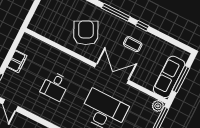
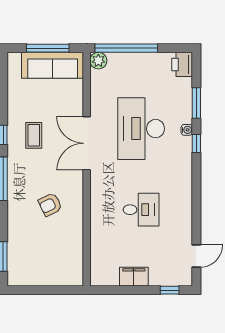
armchair: (86, 33) -> (50, 205), width x0.53, depth x0.53

